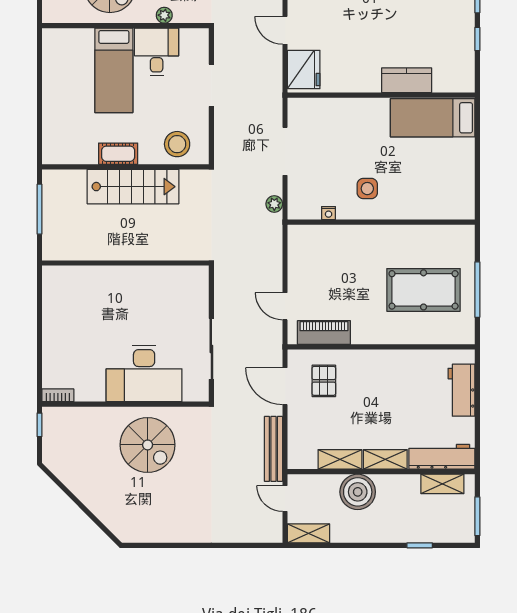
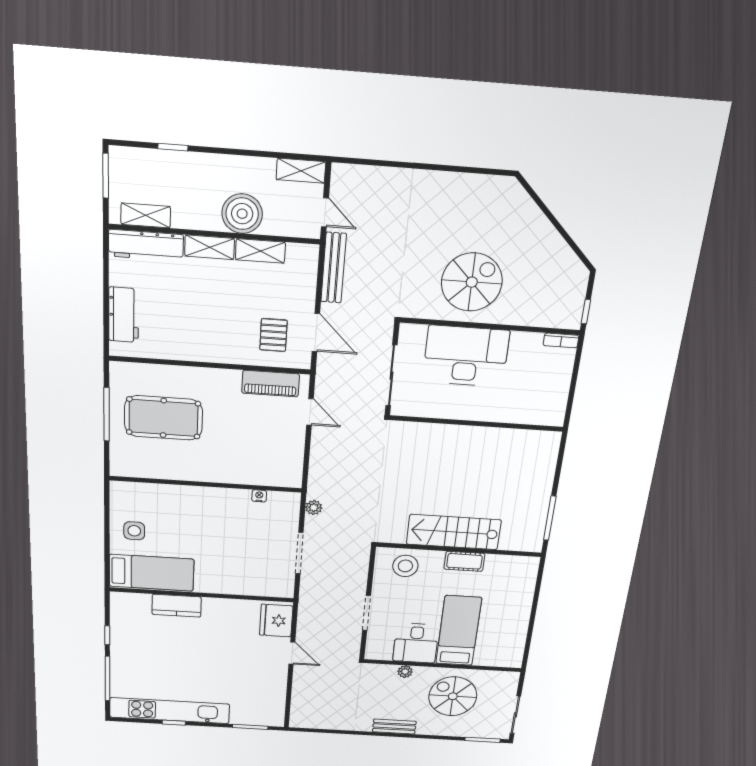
side table: (367, 189) -> (134, 531), moved
wall: (125, 263) -> (476, 423), moved
spiral stairs: (148, 445) -> (472, 282), turned 90

